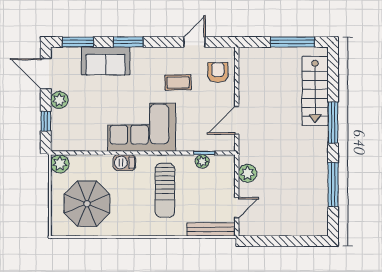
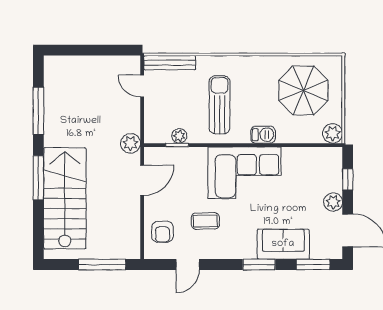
window: (292, 42) -> (102, 265), moved
stairs: (315, 91) -> (65, 198), width x1.36, depth x1.51
plant: (248, 173) -> (130, 143), moved
door: (237, 208) -> (142, 86), hinge flipped

